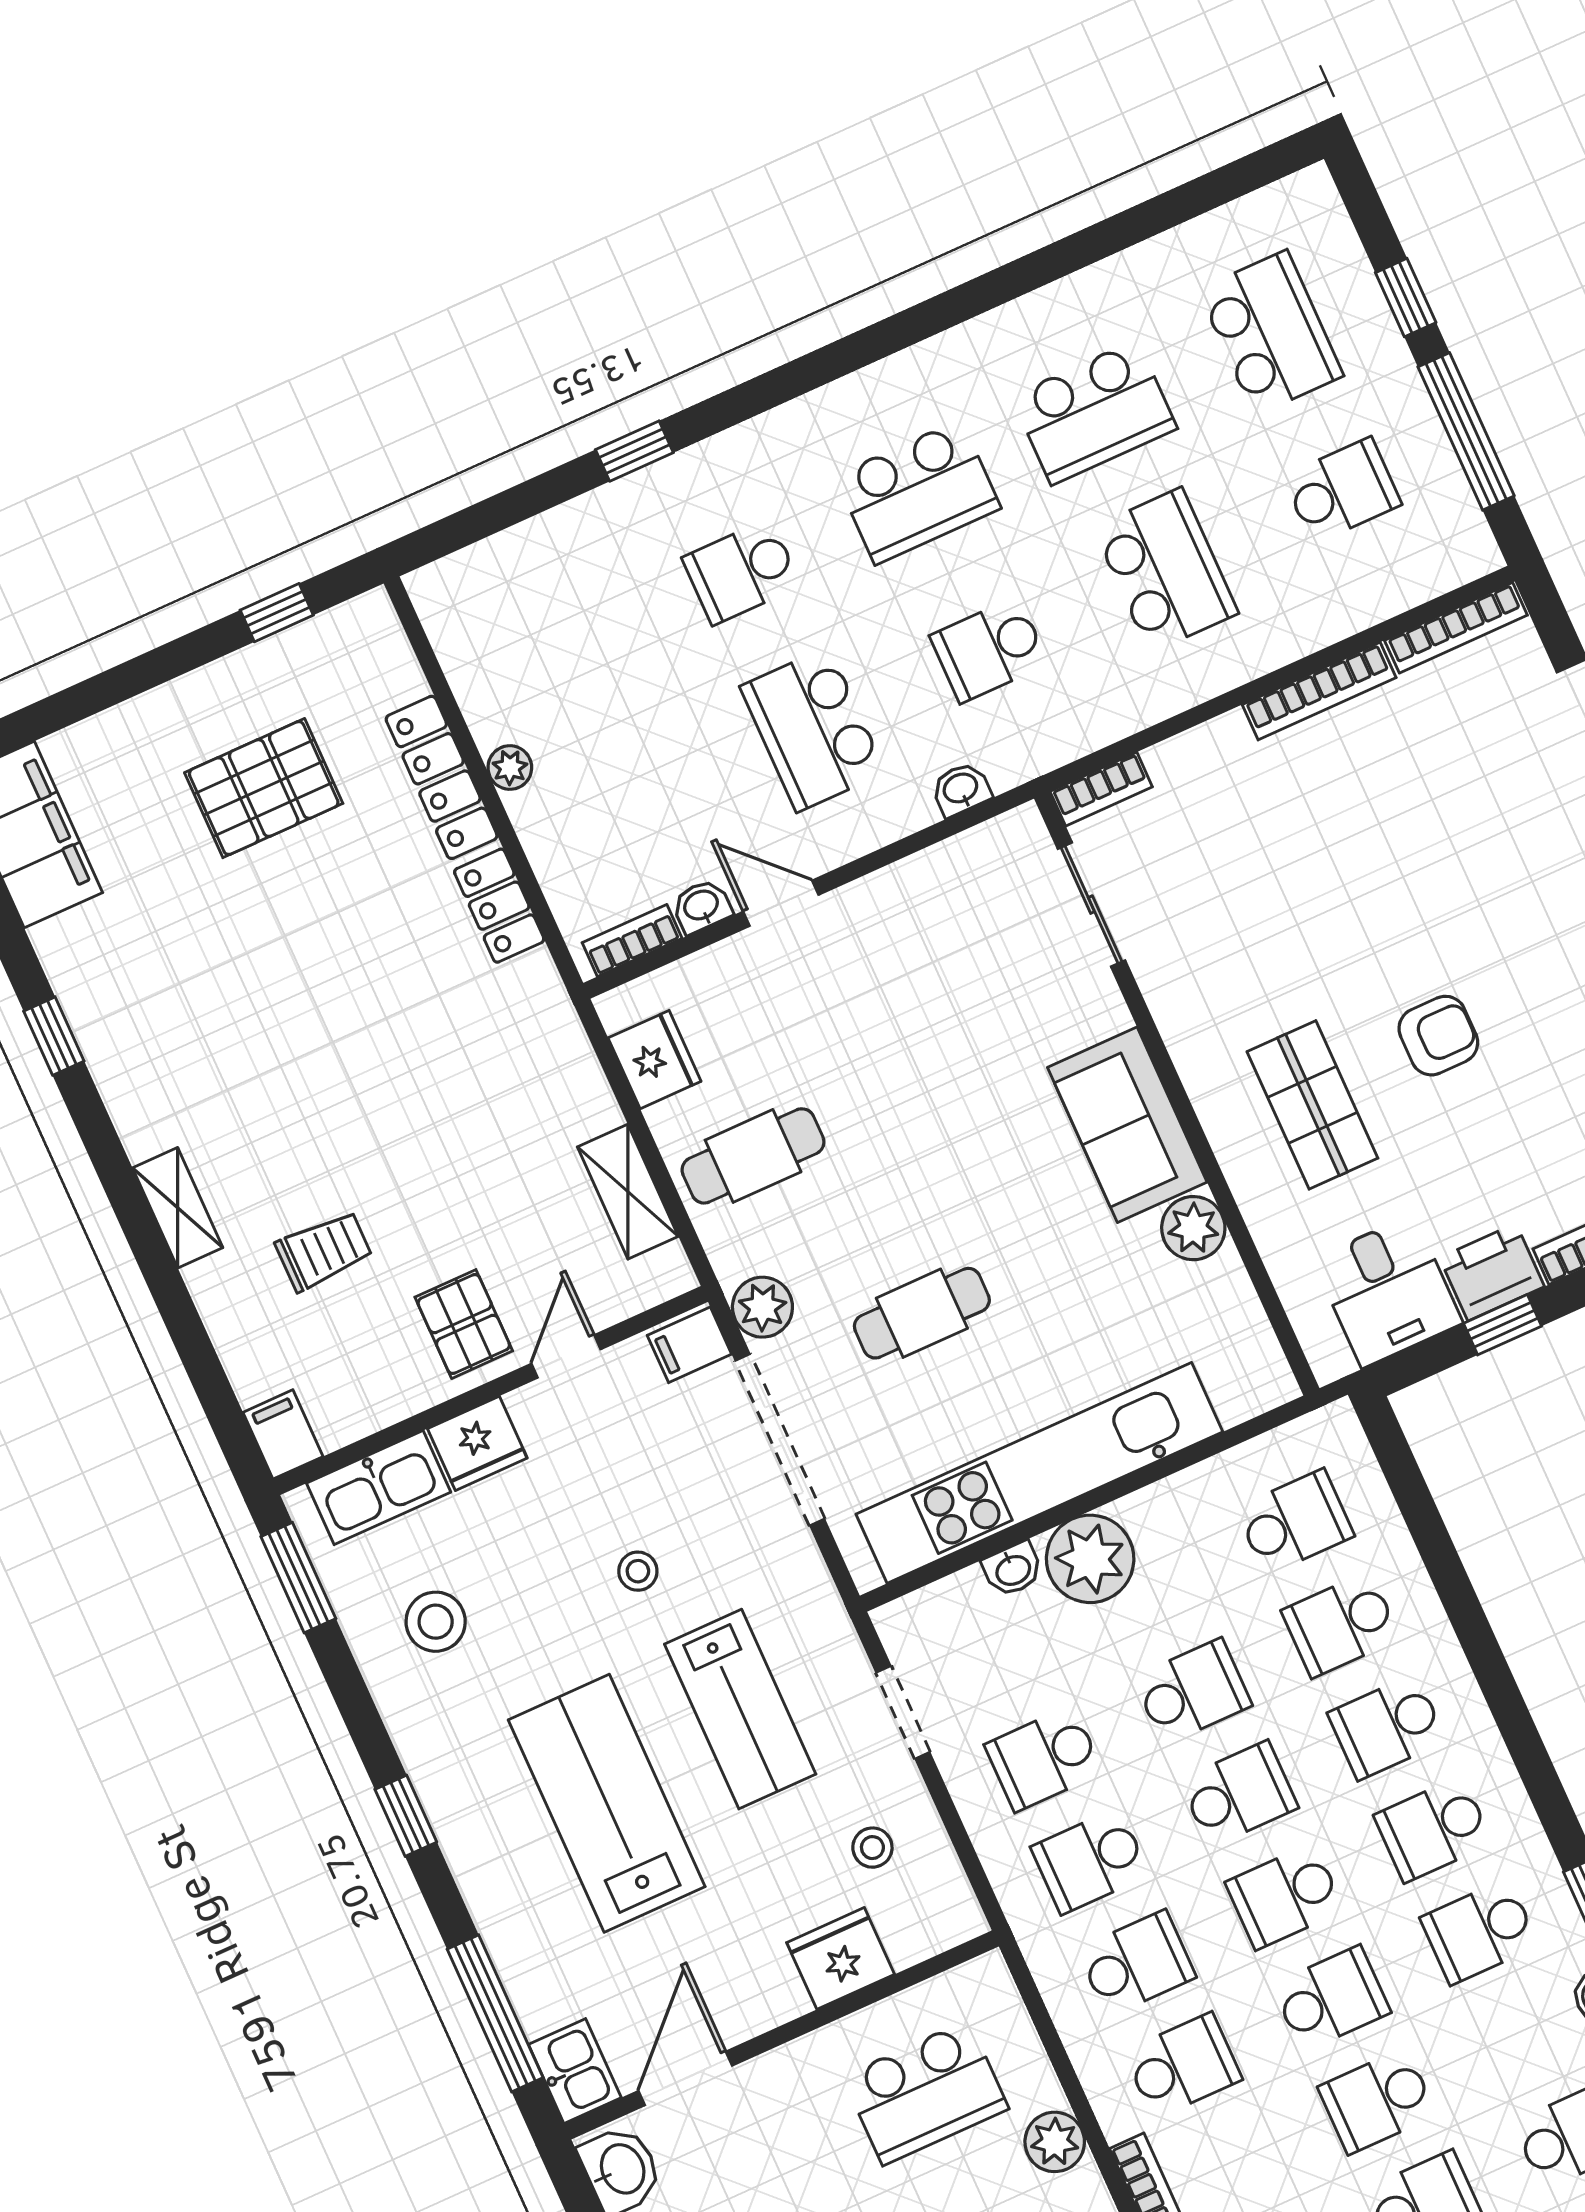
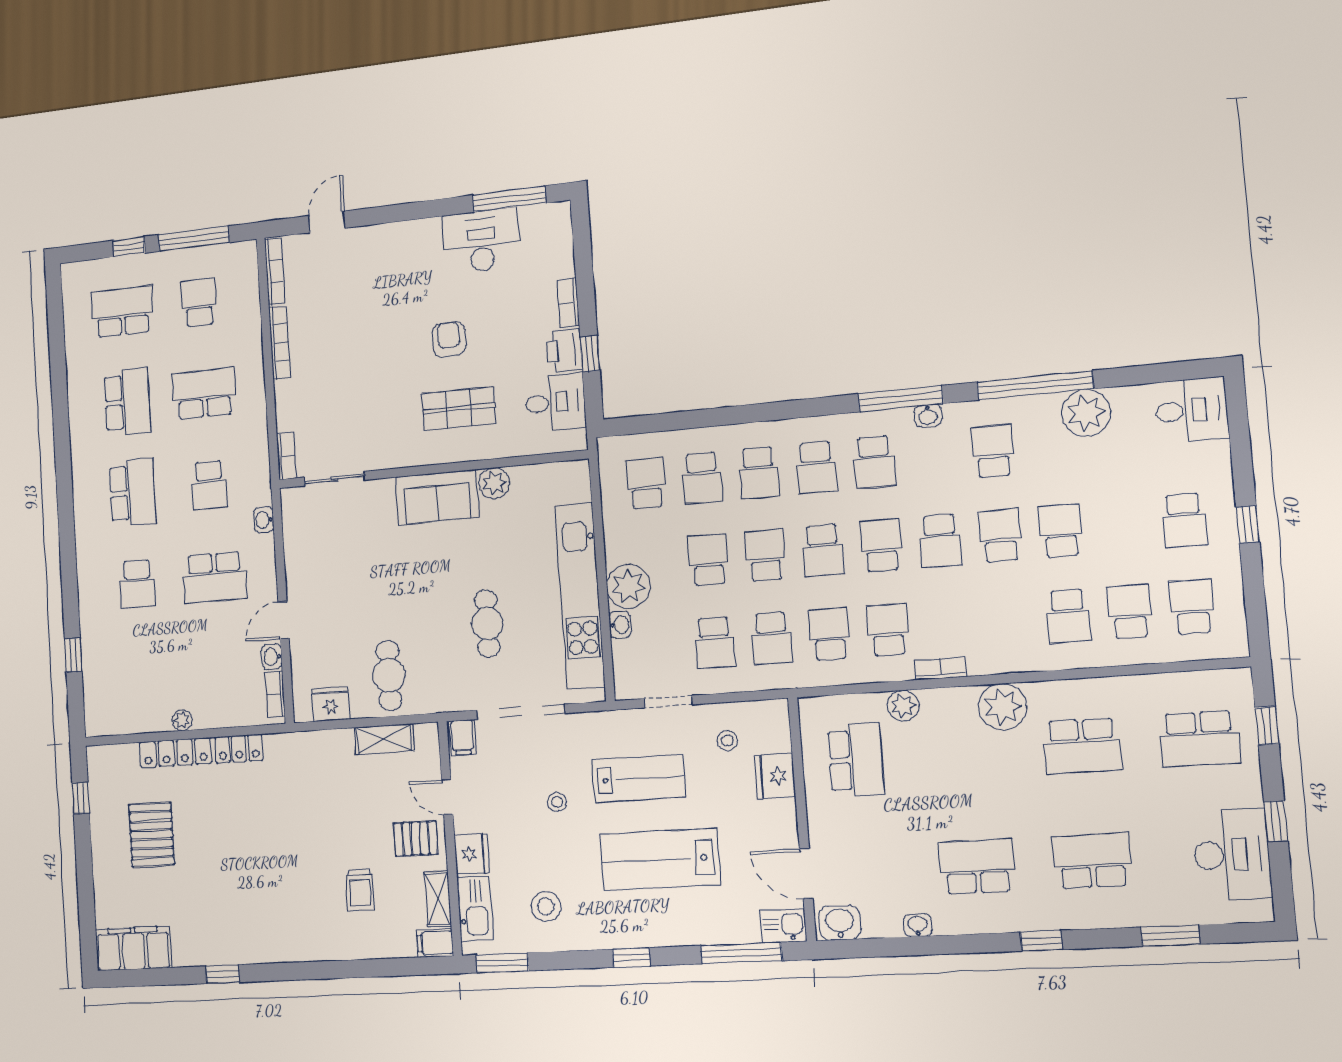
window: (634, 451) -> (73, 655), moved
shelving: (178, 1208) -> (438, 899), moved, turned 90
trolley: (324, 1251) -> (360, 890), turned 180
plant: (762, 1307) -> (458, 697), removed

